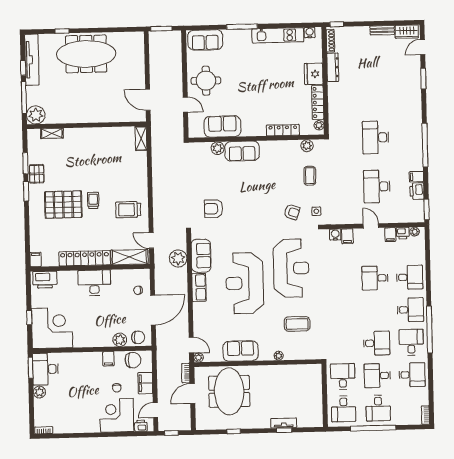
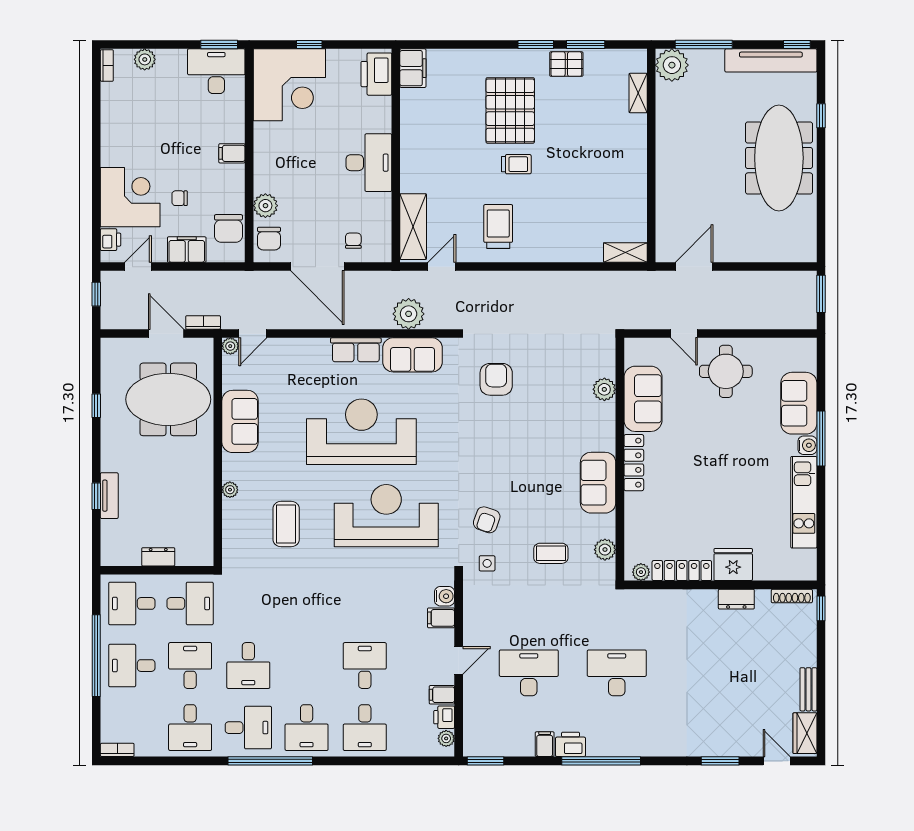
water cooler: (310, 33) -> (807, 445), moved
sofa: (205, 40) -> (799, 403), moved
dresser: (333, 67) -> (736, 599), width x0.70
window: (23, 68) -> (797, 45), moved
door: (185, 105) -> (684, 334), hinge flipped
locker: (283, 130) -> (634, 463), moved
sofa: (242, 151) -> (598, 483), moved
printer: (417, 191) -> (571, 744), moved
locker: (85, 258) -> (413, 146), removed
filing cabinet: (36, 260) -> (413, 68), width x2.00
reception desk: (291, 268) -> (386, 516), turned 180
filing cabinet: (108, 359) -> (232, 153), moved
plant: (39, 392) -> (145, 59), moved
dresser: (317, 395) -> (158, 557), added
door: (155, 410) -> (138, 267), hinge flipped

